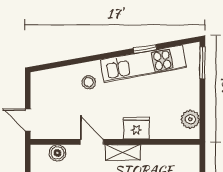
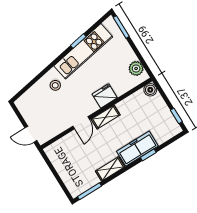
door: (92, 142) -> (81, 123), swing flipped
boiler: (57, 153) -> (150, 90), moved

